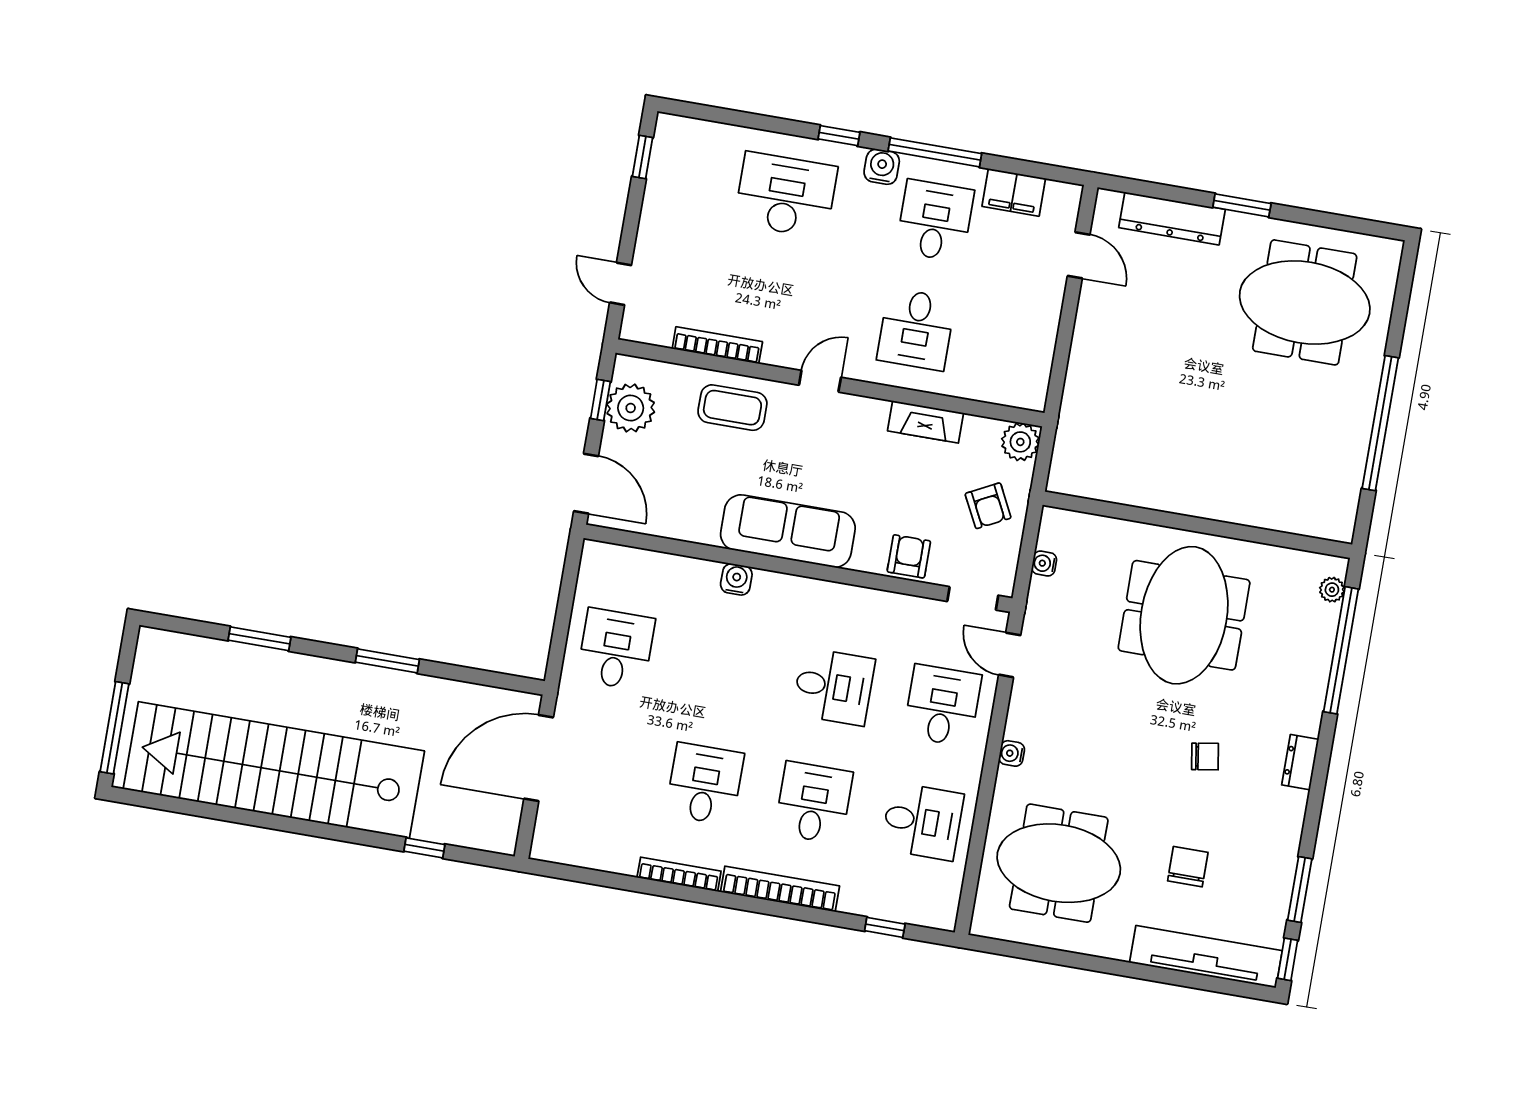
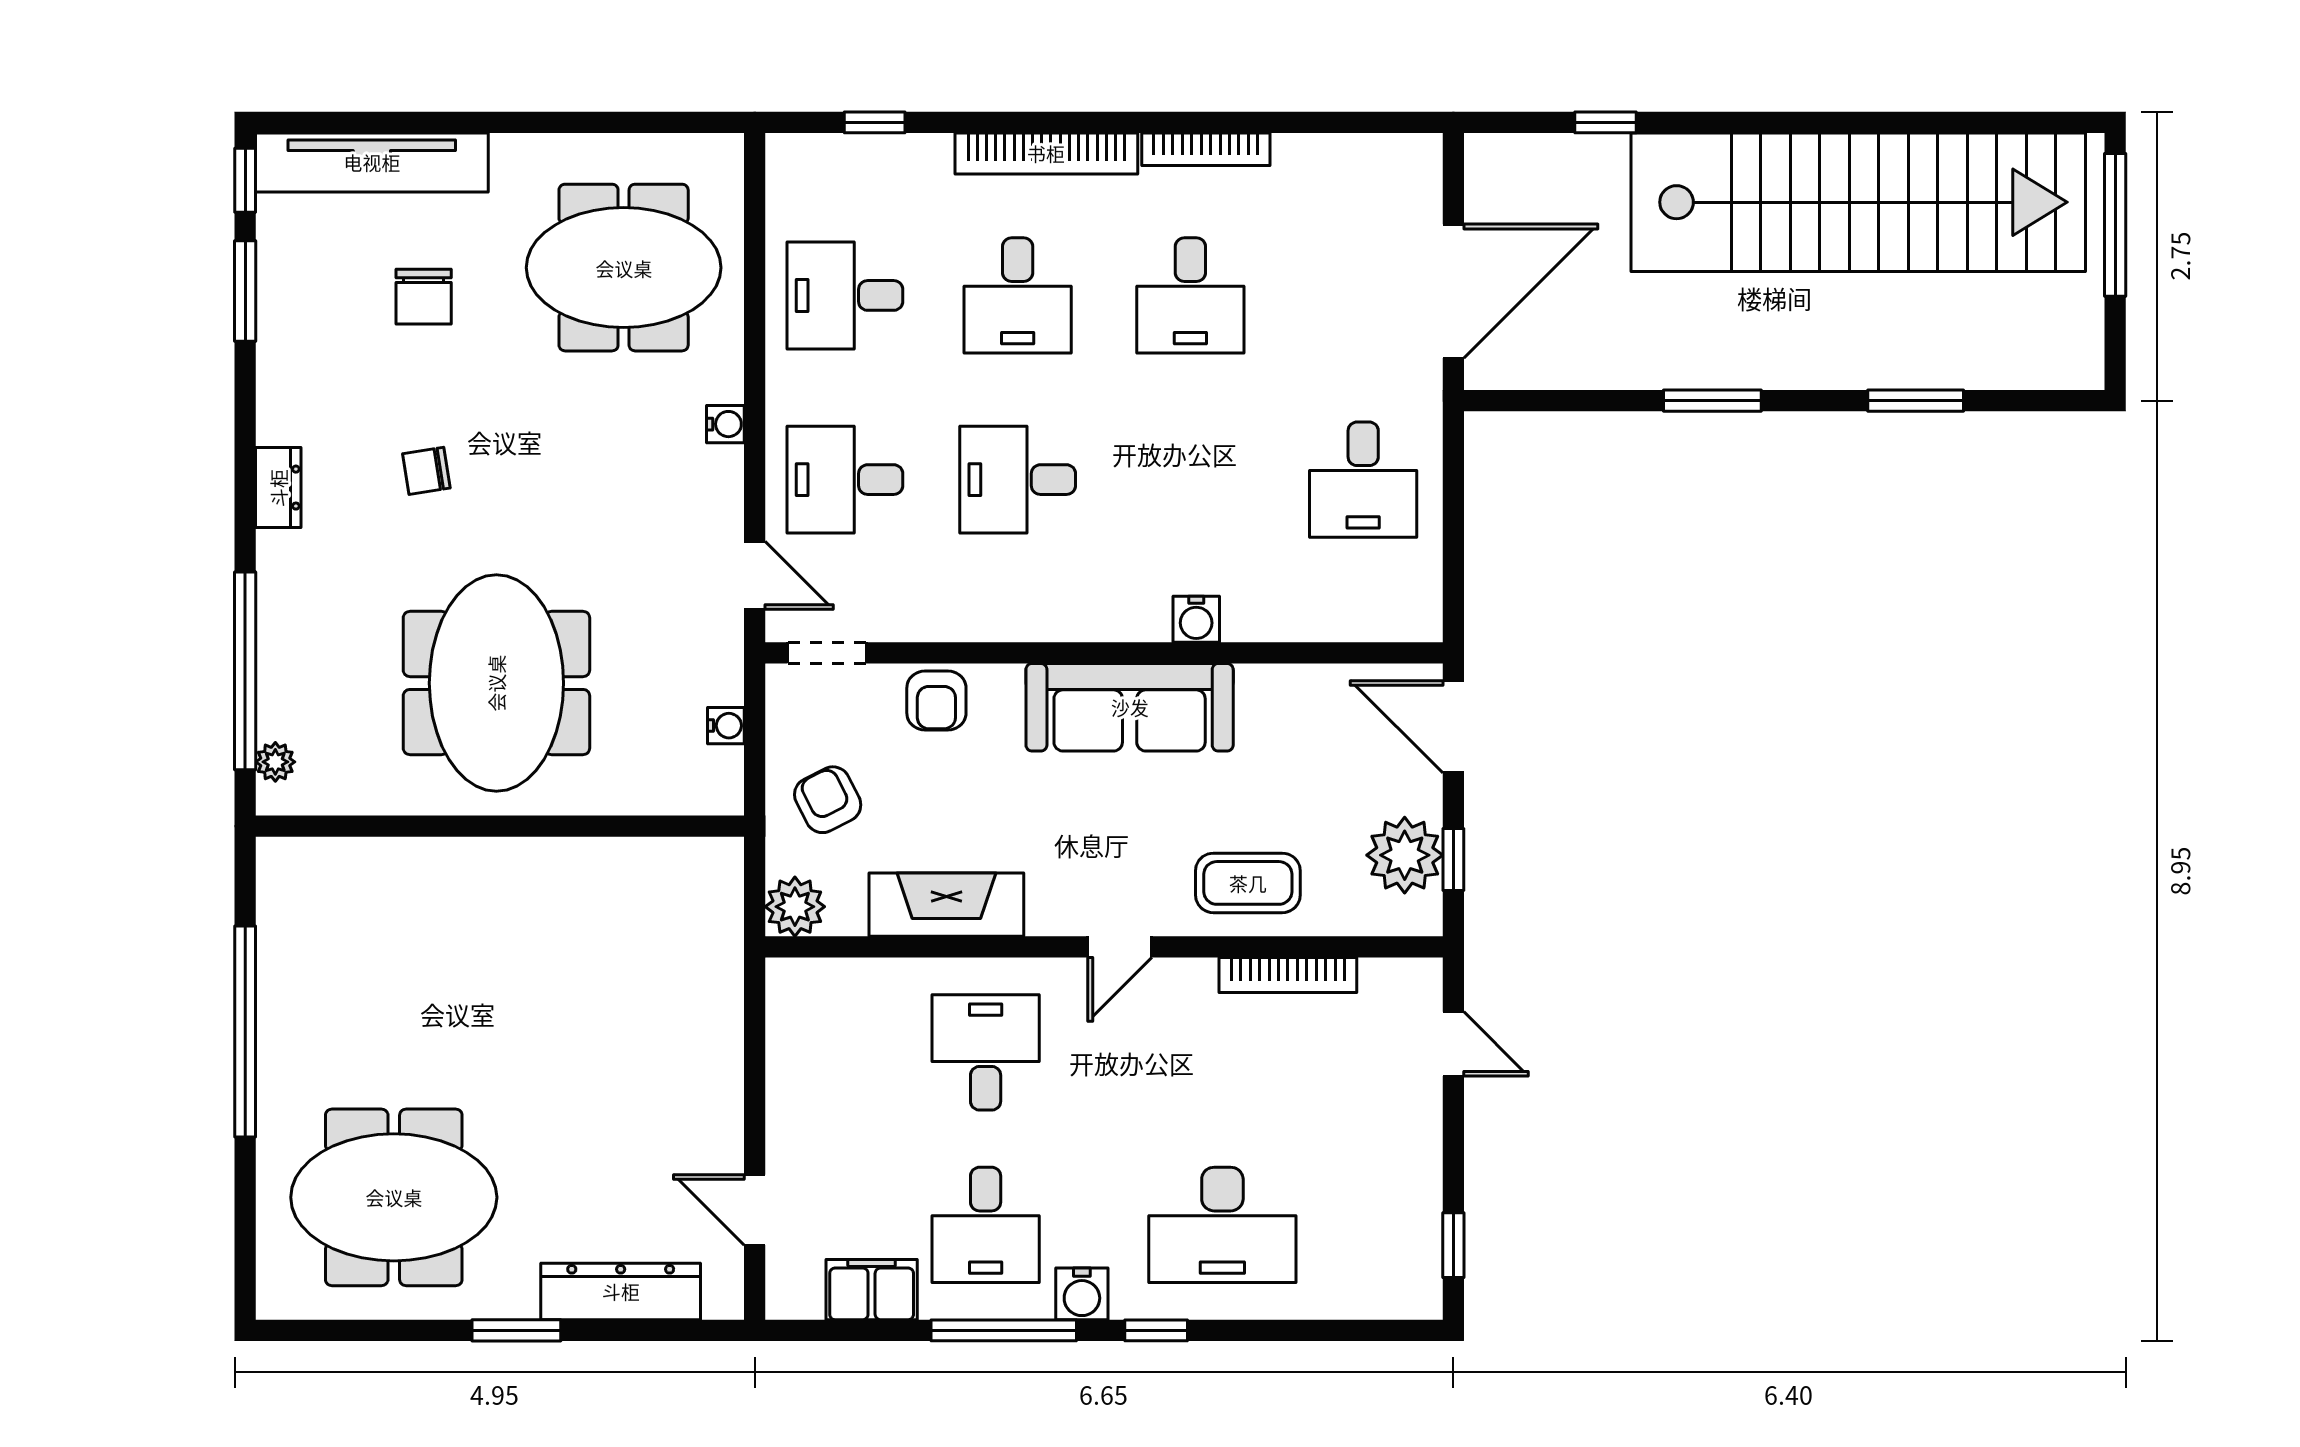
fireplace: (926, 422) -> (946, 905), width x1.37, depth x1.32
desk: (942, 706) -> (845, 480), turned 90

